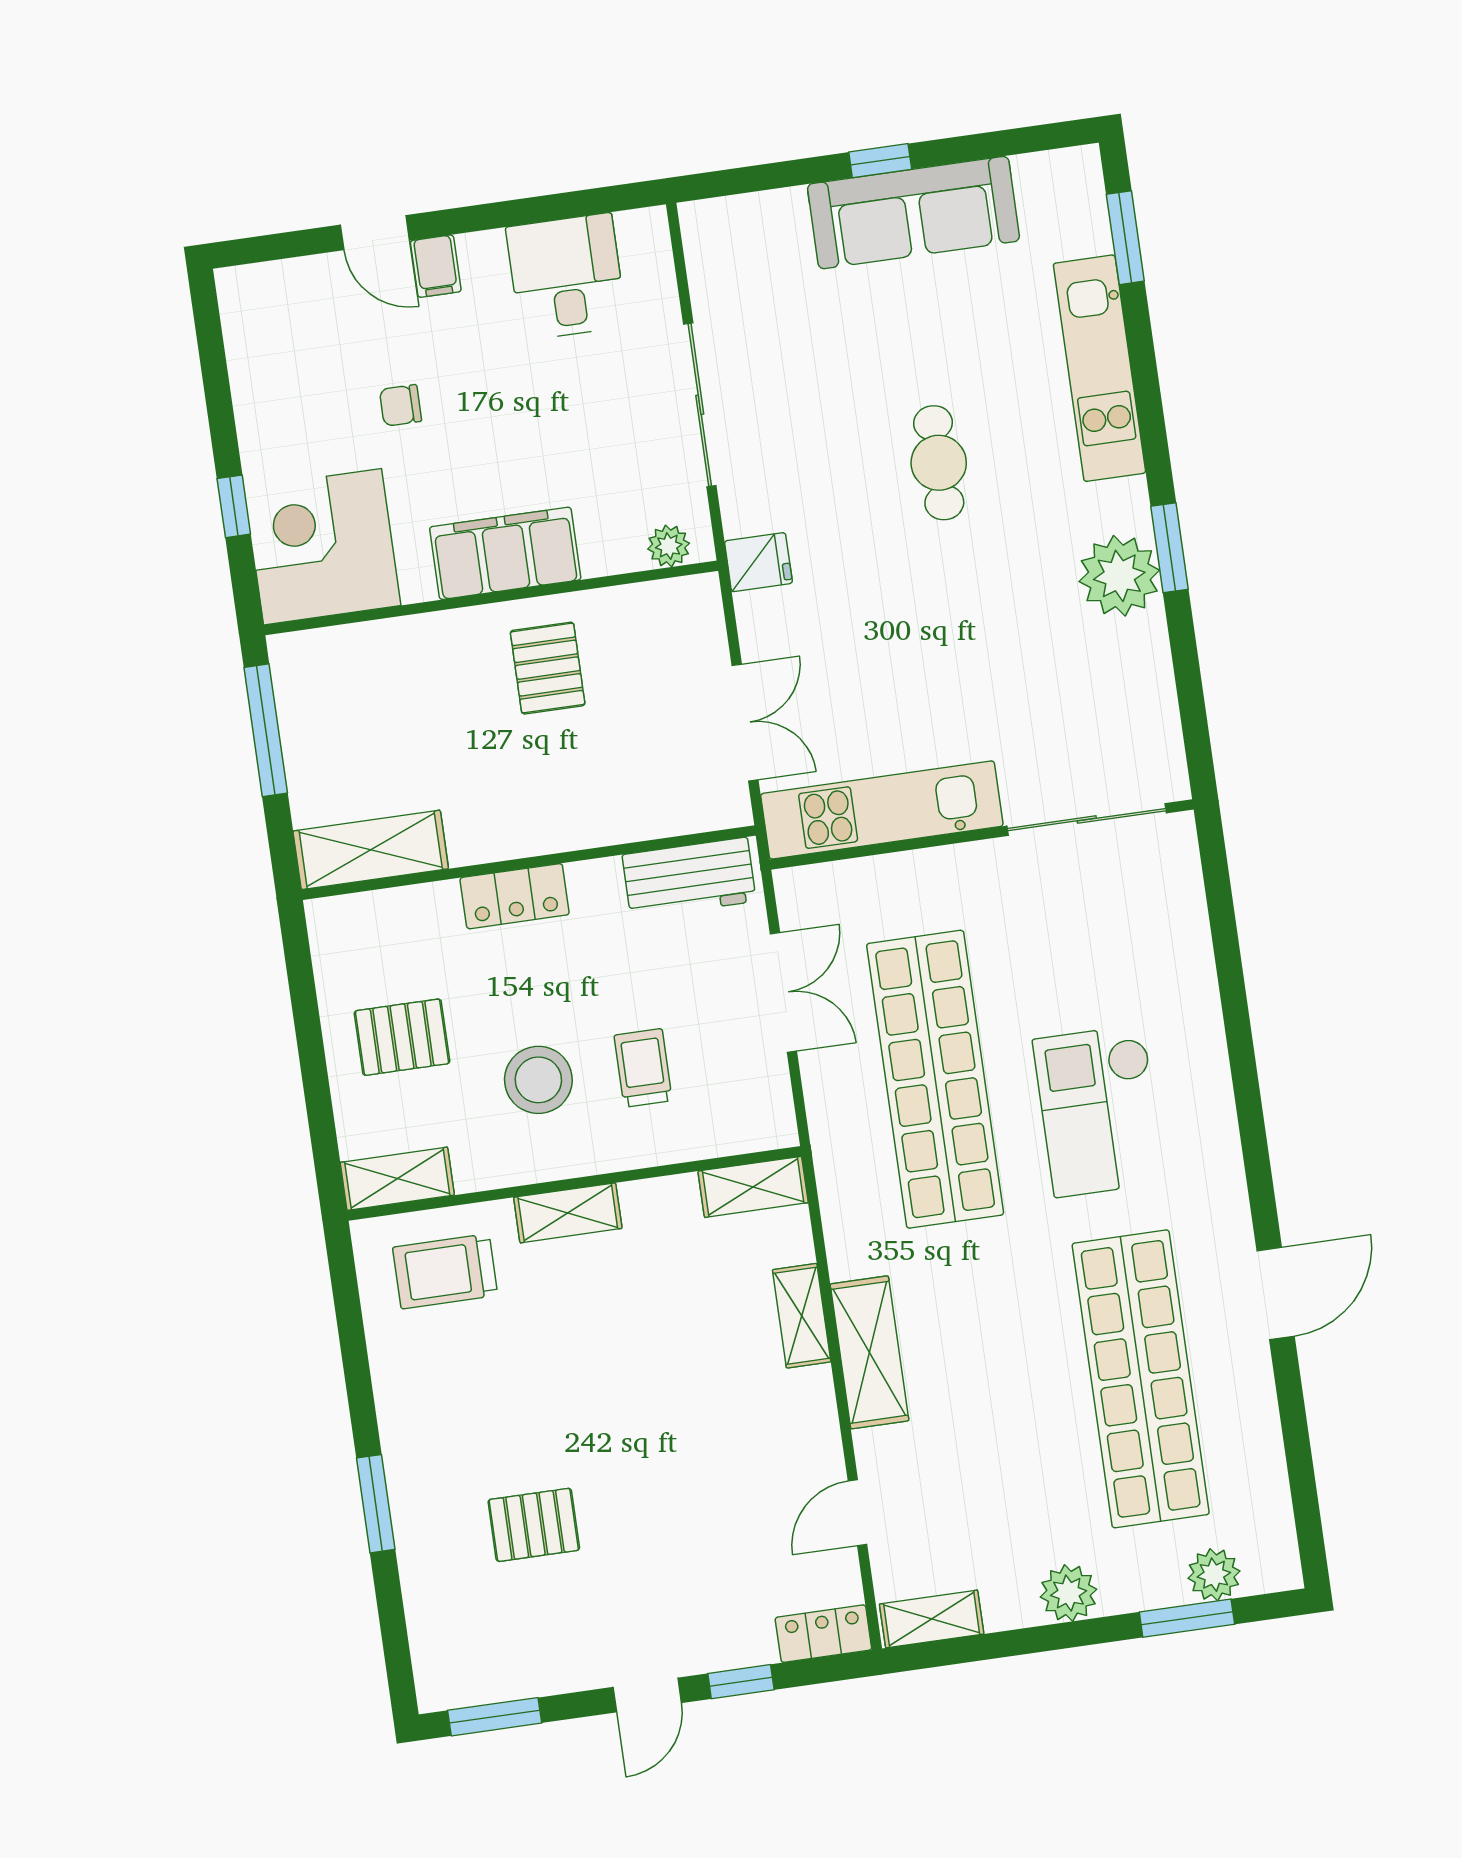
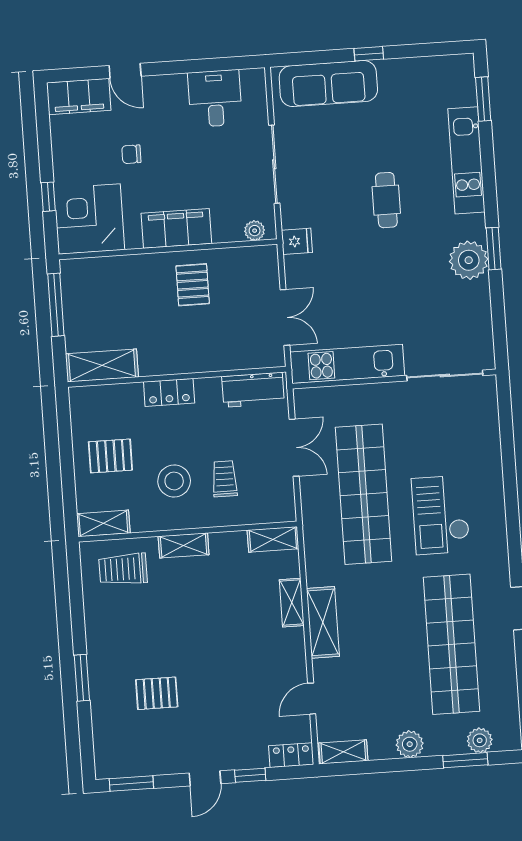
sofa: (914, 213) -> (328, 84), moved
filing cabinet: (436, 266) -> (79, 96), moved, width x3.00, depth x1.17

